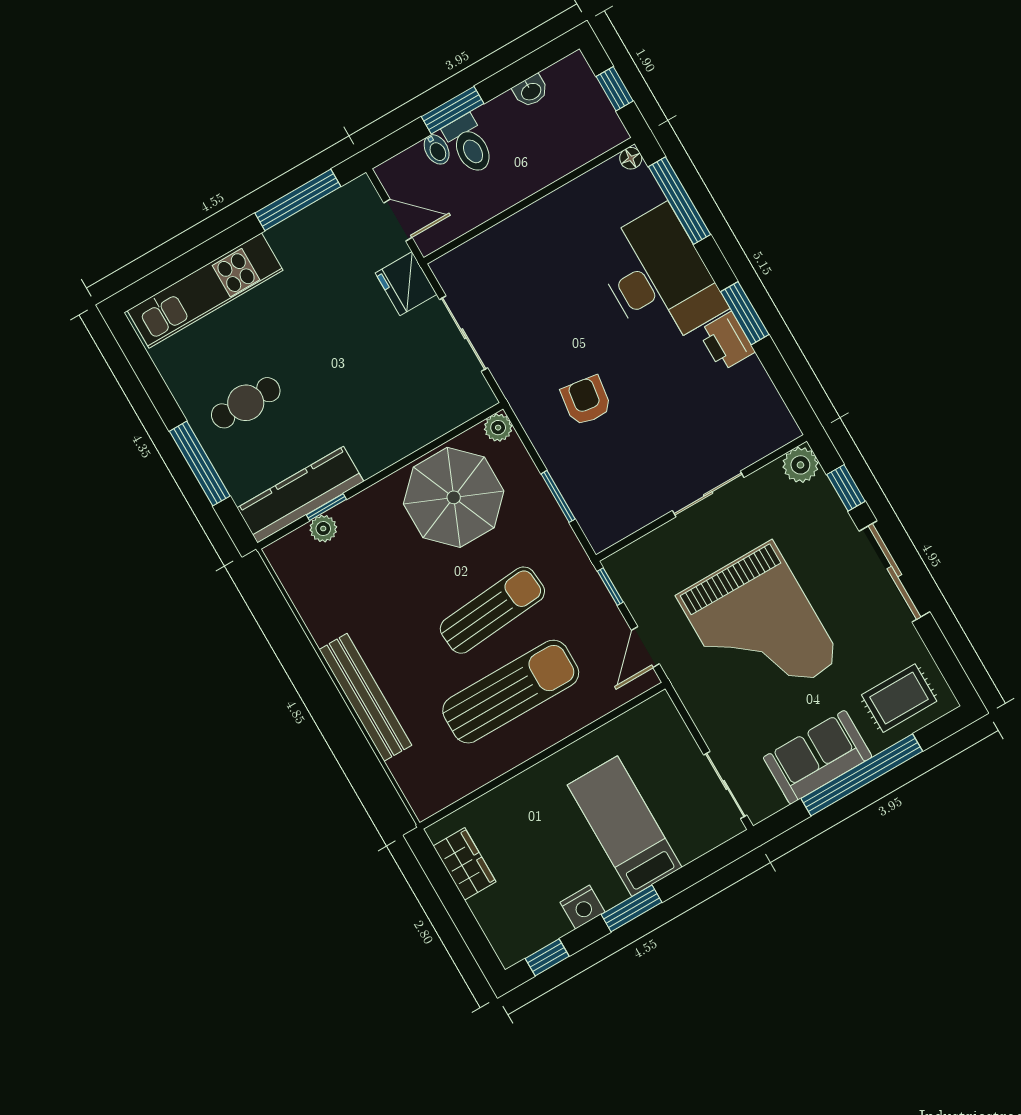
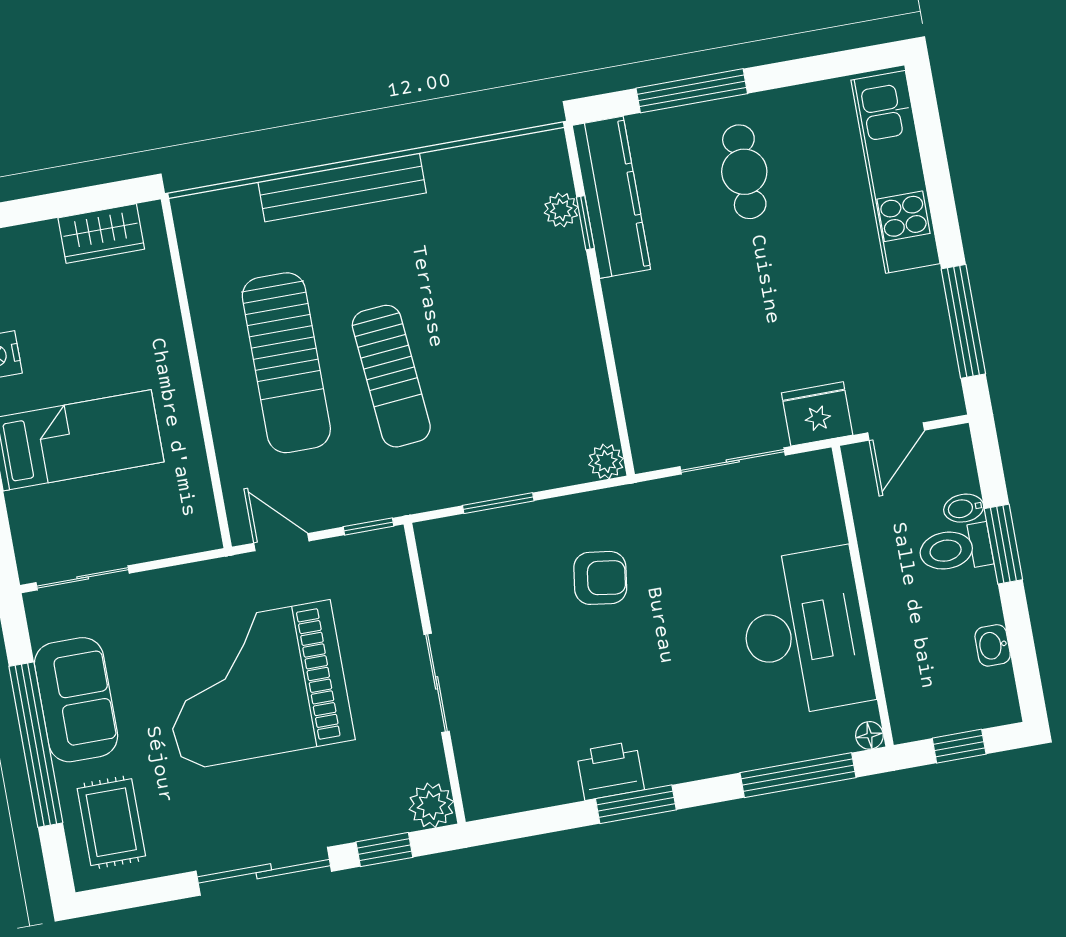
desk: (659, 278) -> (805, 632), moved, turned -90
parasol: (454, 497) -> (542, 379), removed

